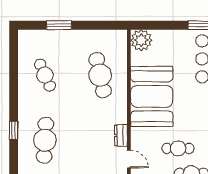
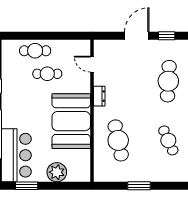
window: (59, 25) -> (139, 186), moved
plant: (141, 40) -> (57, 172), moved
dresser: (121, 135) -> (99, 96), moved

